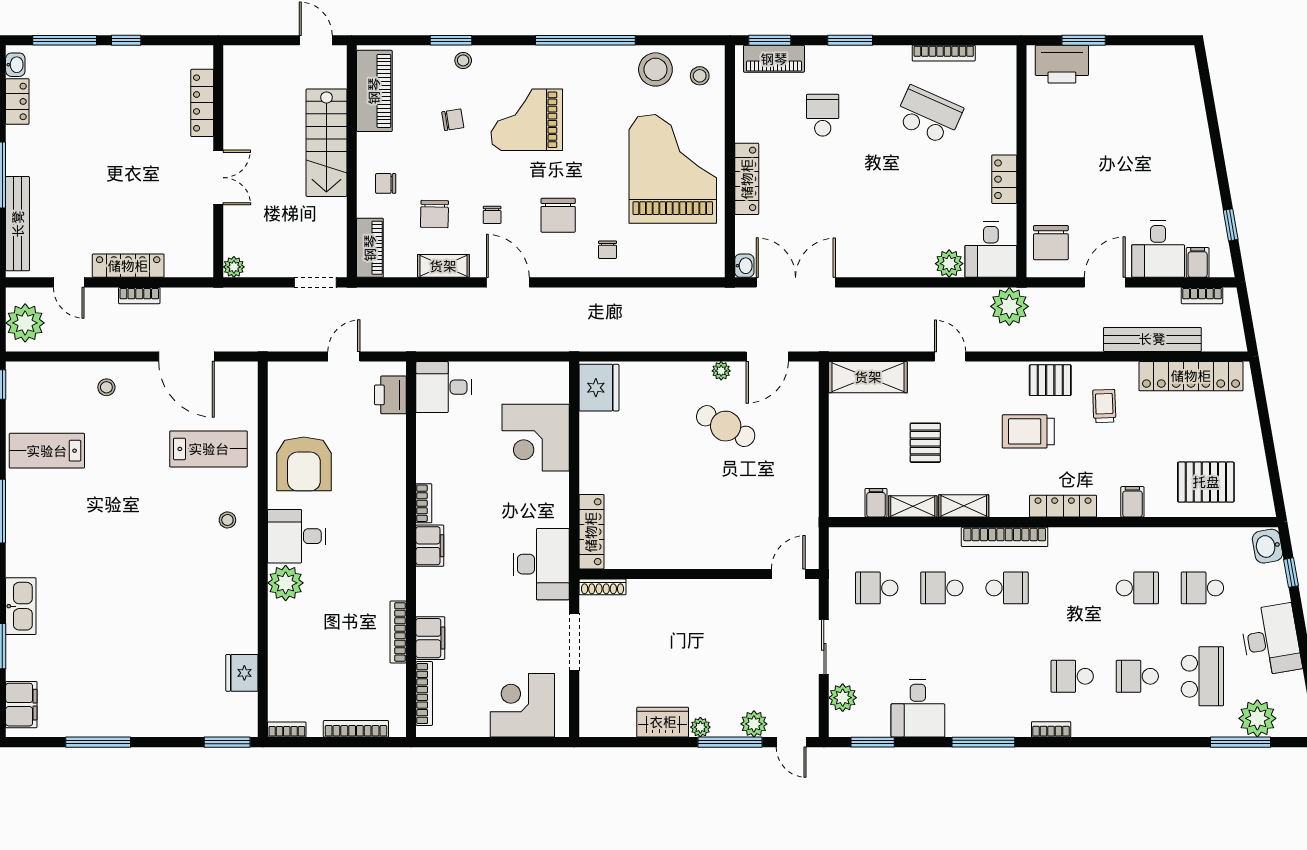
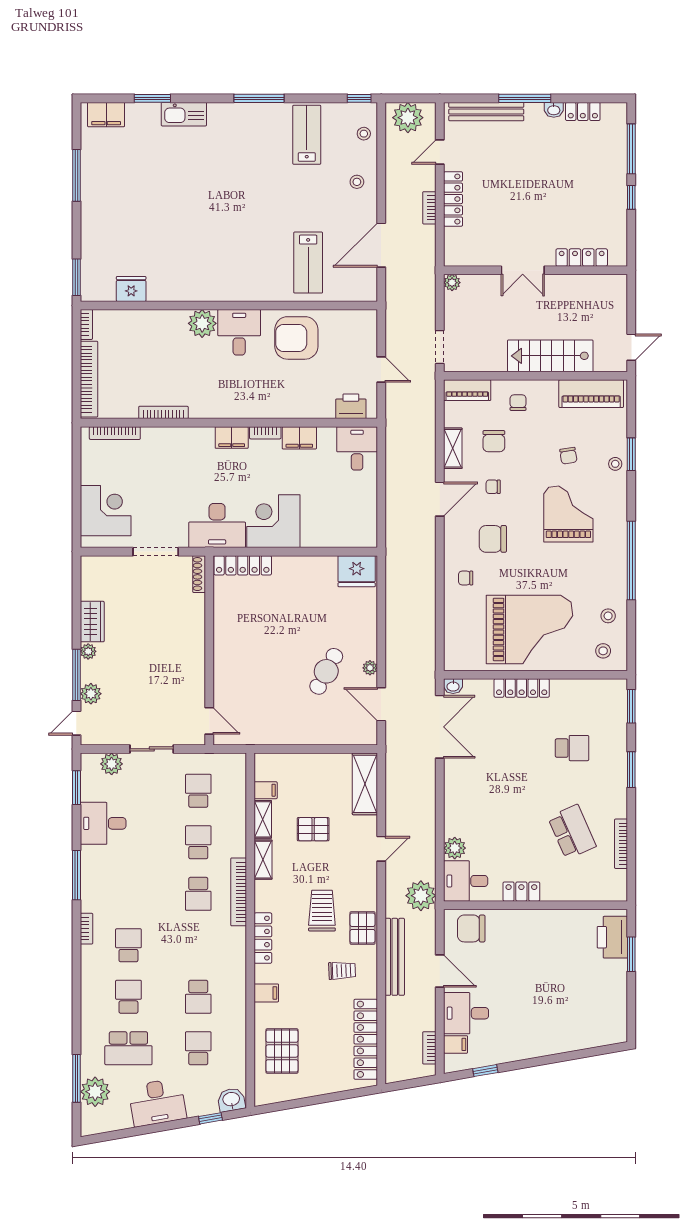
piano: (774, 59) -> (617, 710), removed
washbasin: (15, 65) -> (554, 110), moved
stool: (655, 69) -> (608, 616), width x0.53, depth x0.53
school desk: (929, 115) -> (572, 832), turned -48
chair: (434, 214) -> (494, 441), turned -91
bench: (1152, 339) -> (395, 957), moved
corner desk: (536, 438) -> (273, 521), moved
stool: (227, 520) -> (364, 134), moved
filing cabinet: (430, 638) -> (299, 438), moved
bookcase: (356, 729) -> (89, 379), width x1.48, depth x1.31

